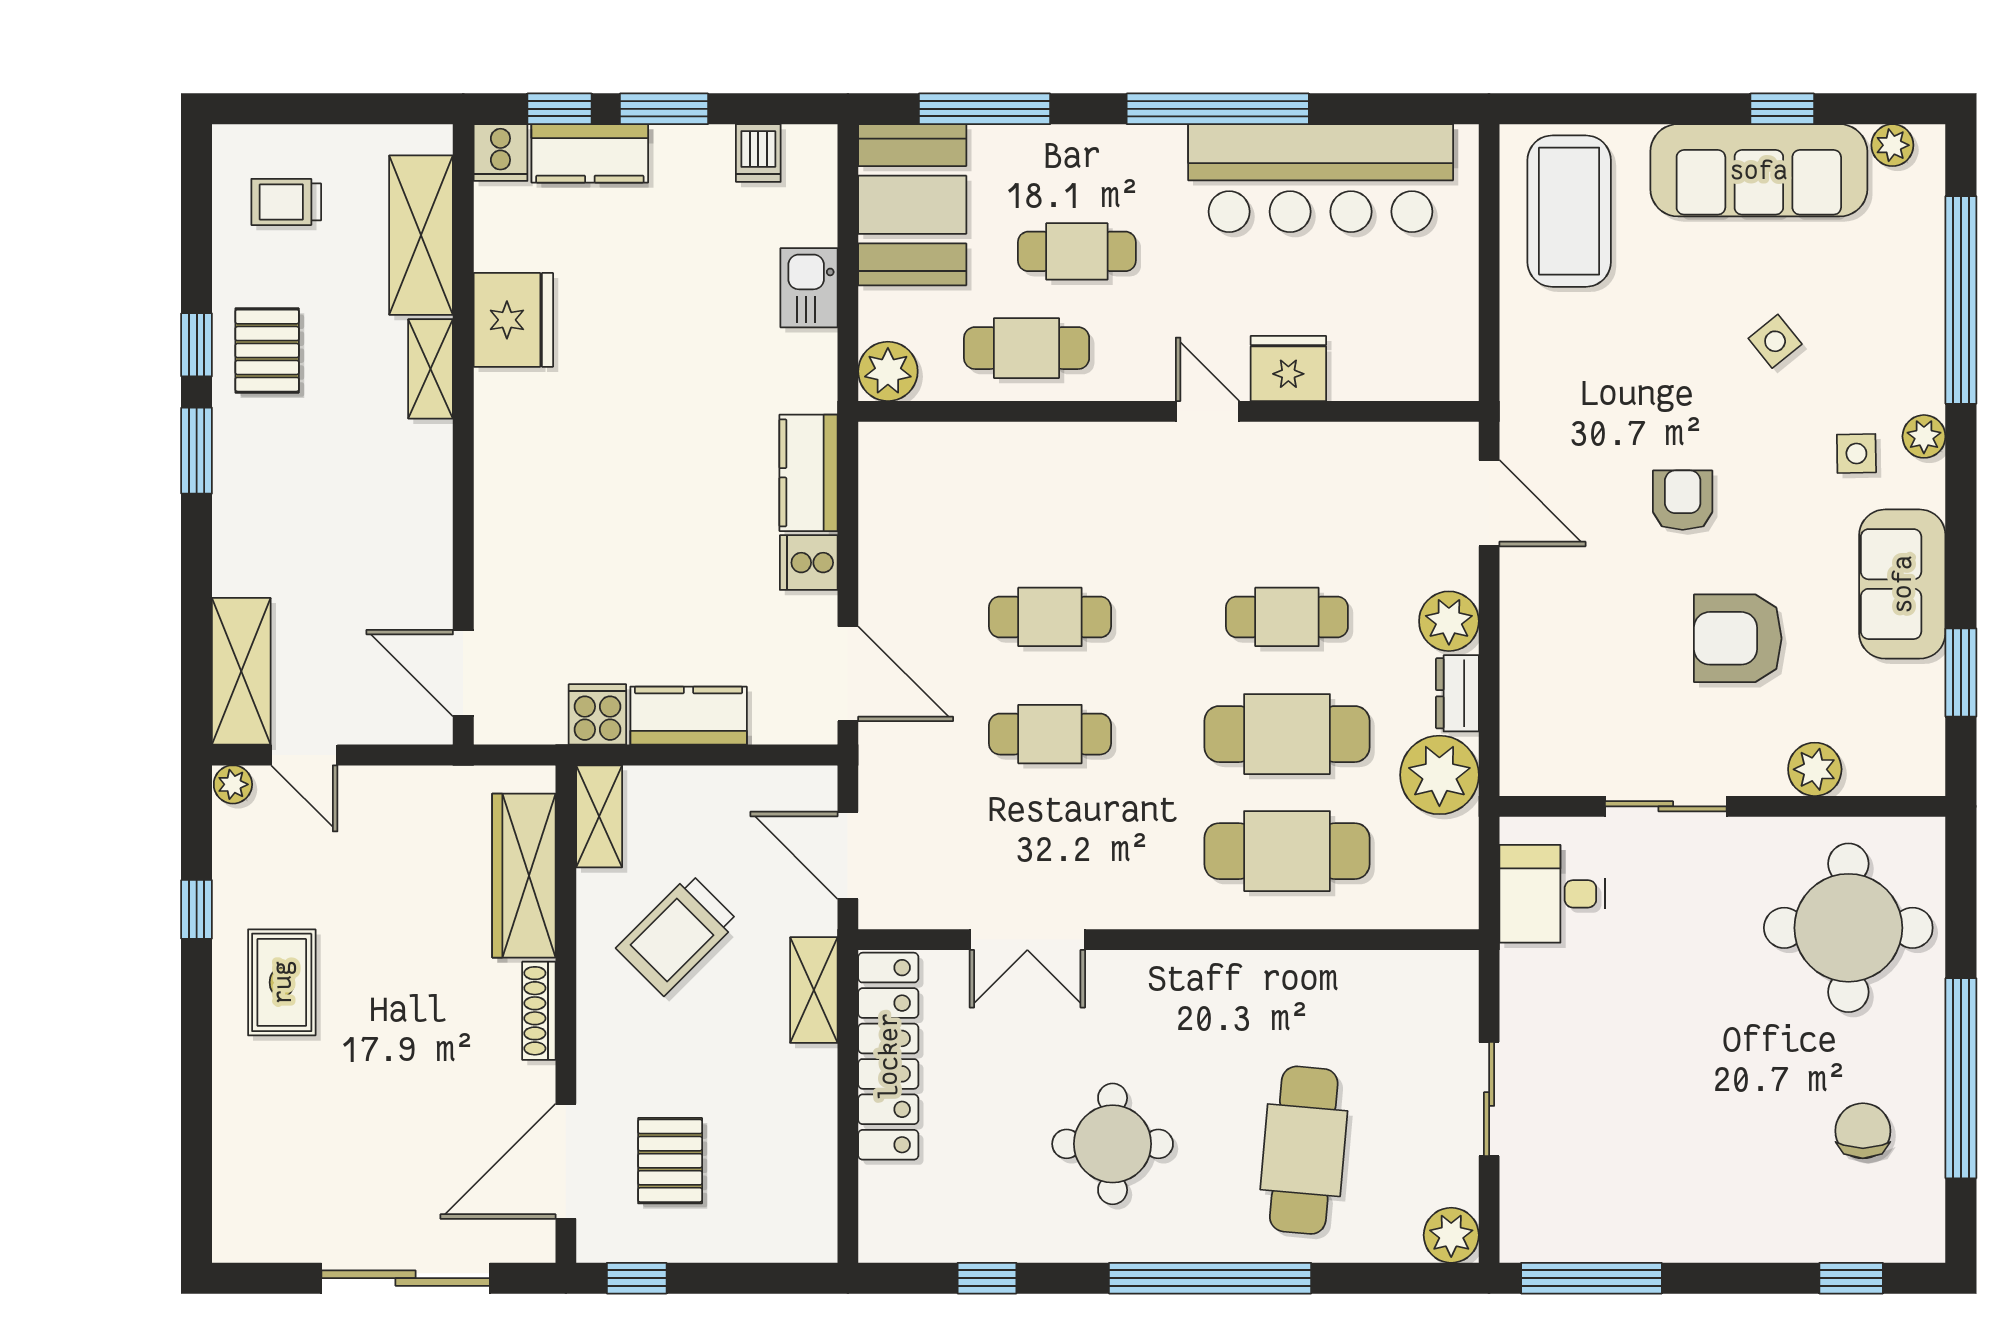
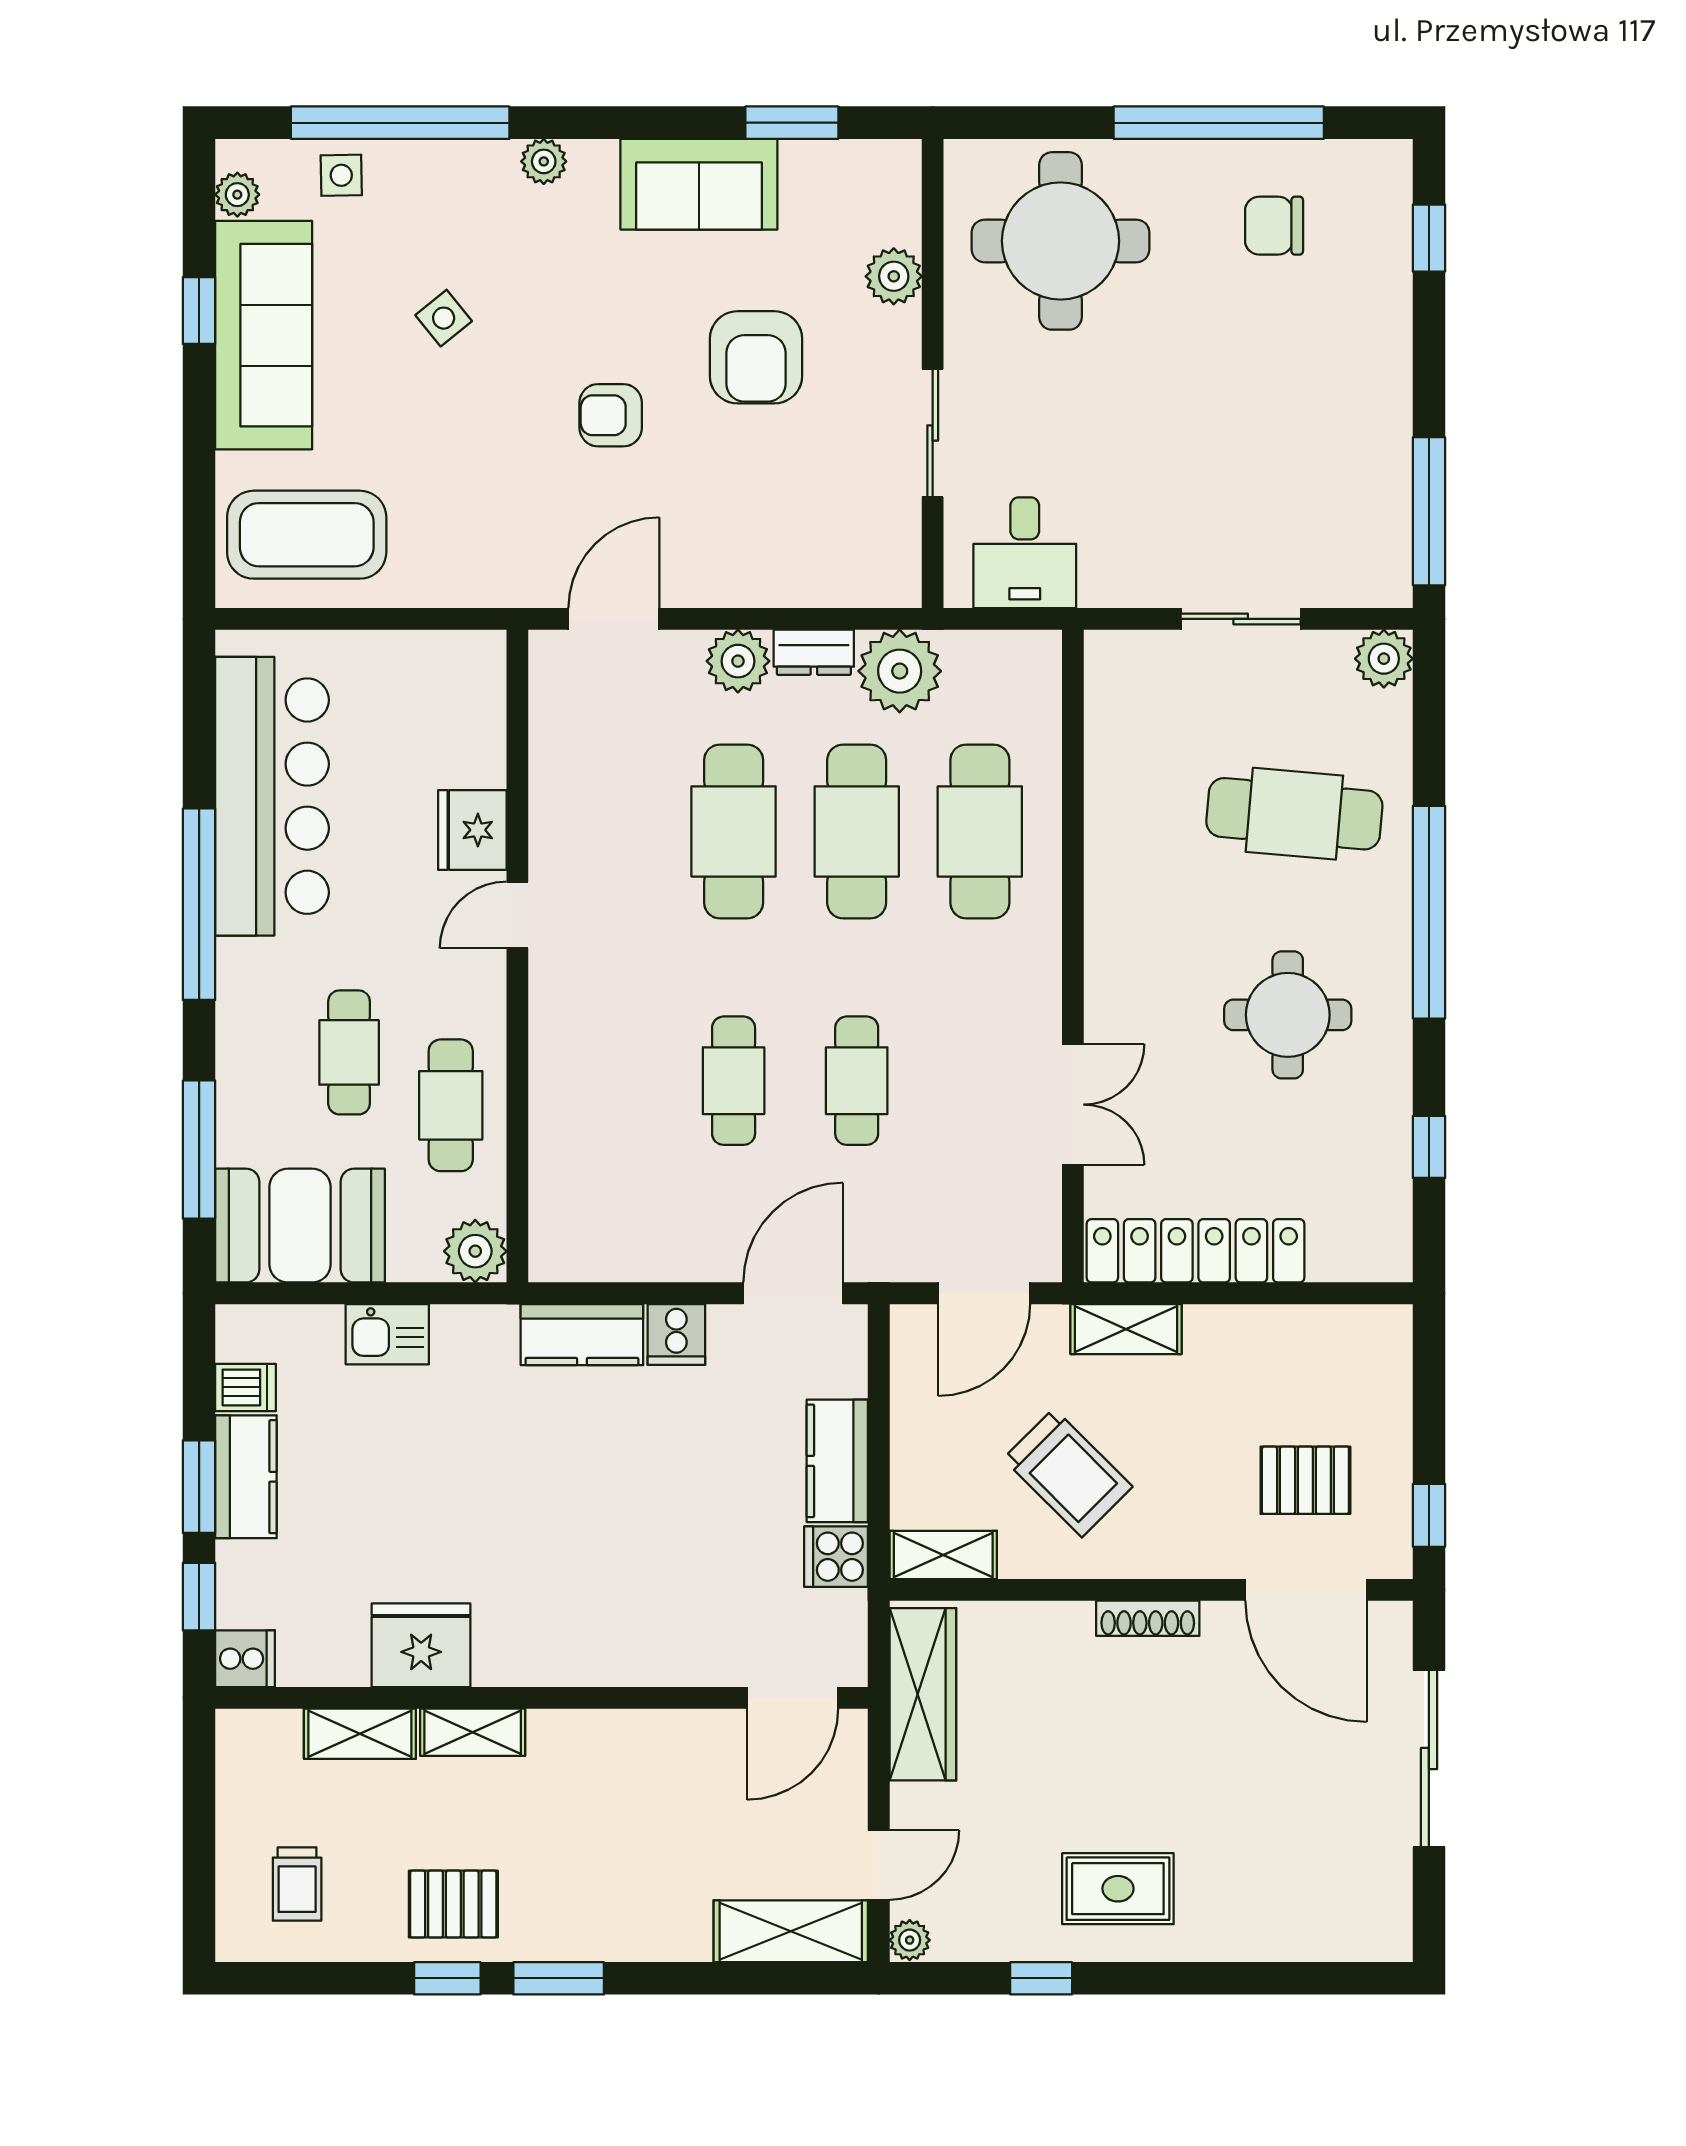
kitchen counter: (590, 153) -> (246, 1477), moved
shelving: (421, 235) -> (360, 1734), width x0.67, depth x0.75
side table: (1856, 454) -> (341, 175), moved
cafe table: (1287, 617) -> (734, 831), width x1.37, depth x1.35
wardrobe: (524, 876) -> (923, 1694), moved, turned -90

